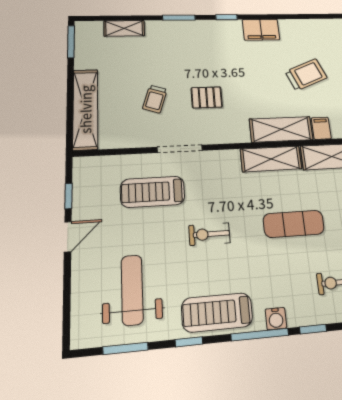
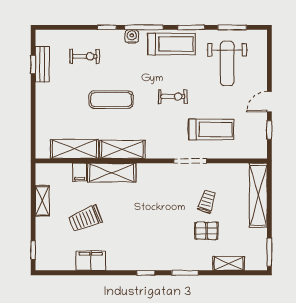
filing cabinet: (261, 30) -> (91, 261), moved
pallet: (207, 97) -> (206, 231), moved
window: (189, 342) -> (191, 27), width x1.50

